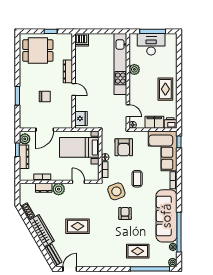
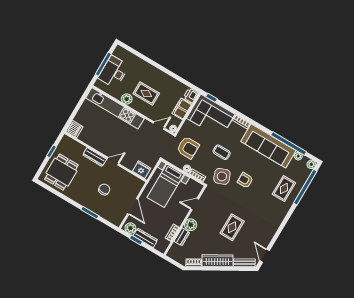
rug: (165, 89) -> (146, 93), moved

